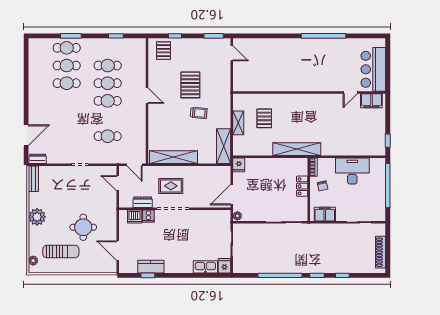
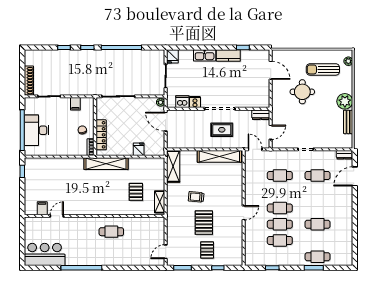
pallet: (163, 51) -> (207, 250), moved
door: (232, 53) -> (166, 252), hinge flipped
cafe table: (67, 66) -> (318, 176), moved
bar counter: (373, 69) -> (45, 254), moved, turned -90
cafe table: (291, 75) -> (111, 232), added
door: (147, 96) -> (244, 213), swing flipped
filing cabinet: (371, 101) -> (42, 208), width x0.50
shelving: (238, 123) -> (160, 202), moved
fridge: (239, 165) -> (139, 149), moved
desk: (352, 171) -> (36, 130), moved, turned 90
bench: (33, 179) -> (348, 122), moved
door: (118, 183) -> (271, 132), hinge flipped
locker: (302, 186) -> (101, 135), width x1.53
door: (232, 195) -> (166, 122), swing flipped
dresser: (143, 202) -> (261, 115), moved
filing cabinet: (325, 214) -> (75, 104), width x0.50
cooker: (148, 216) -> (195, 102), moved
dishwasher: (135, 217) -> (182, 102), moved
shoe rack: (381, 252) -> (29, 81), moved
kitchen counter: (151, 267) -> (228, 56), moved
kitchen sink: (205, 267) -> (205, 55), moved

